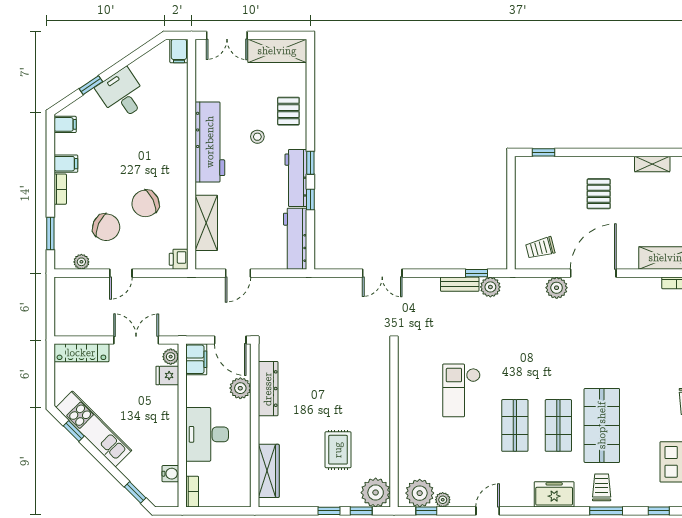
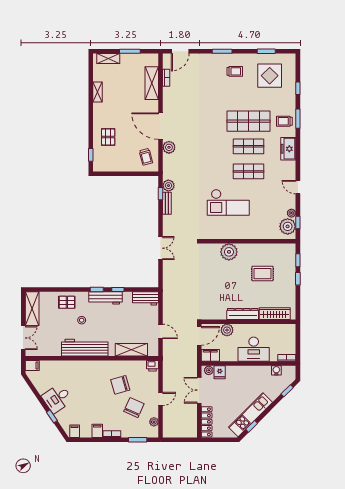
pallet: (599, 194) -> (108, 137), moved, turned 90
chair: (145, 203) -> (120, 385), turned 100
workbench: (295, 239) -> (145, 298), width x0.73
door: (121, 273) -> (161, 399), hinge flipped
dresser: (268, 389) -> (243, 314), moved
checkout: (461, 390) -> (228, 202), width x1.36, depth x1.21
plant: (376, 493) -> (229, 252), moved

